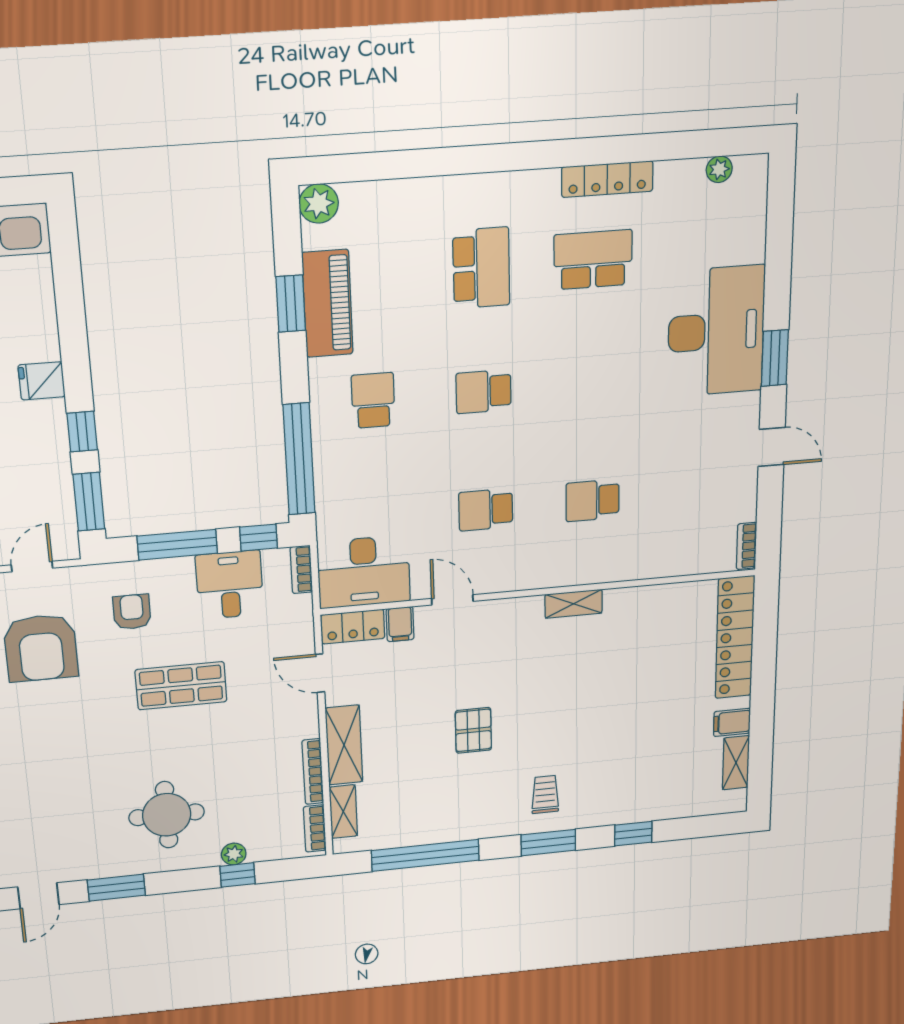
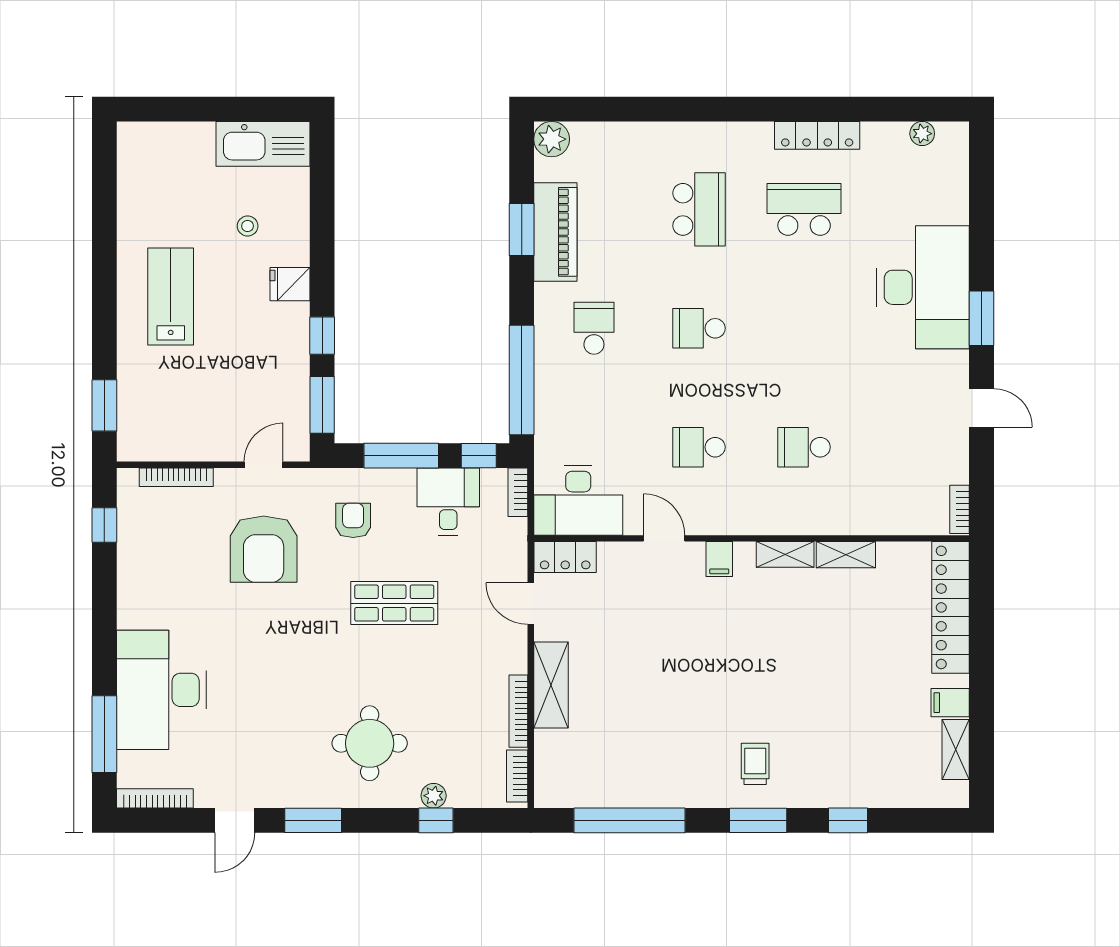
filing cabinet: (400, 624) -> (719, 559), moved
pallet: (473, 730) -> (682, 683), removed
shelving: (343, 812) -> (846, 555), moved, turned 90

